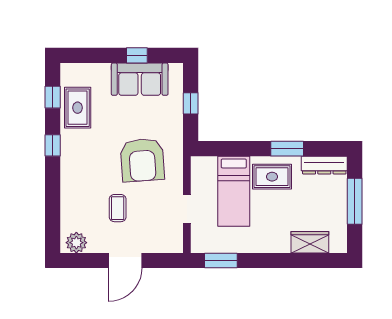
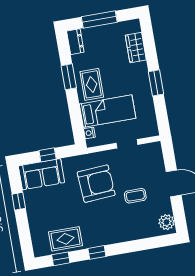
sofa: (140, 79) -> (41, 174), moved, turned 90
nightstand: (210, 163) -> (89, 133), added
dresser: (324, 165) -> (75, 42), width x0.70
window: (221, 261) -> (156, 83), moved

